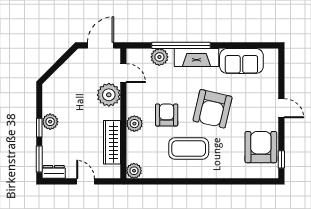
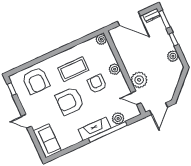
sofa: (241, 61) -> (47, 141), moved, turned 90
armchair: (212, 109) -> (70, 101), turned -103
armchair: (167, 115) -> (97, 84), turned 180
plant: (50, 122) -> (173, 56), moved
wardrobe: (112, 142) -> (123, 51), removed
armchair: (261, 147) -> (36, 81), moved
door: (86, 181) -> (129, 19), width x1.88

